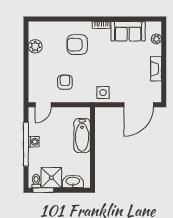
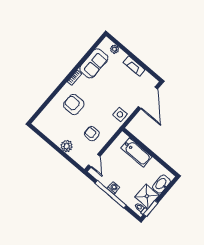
armchair: (77, 45) -> (74, 104), turned 90
plant: (35, 46) -> (67, 146), moved

